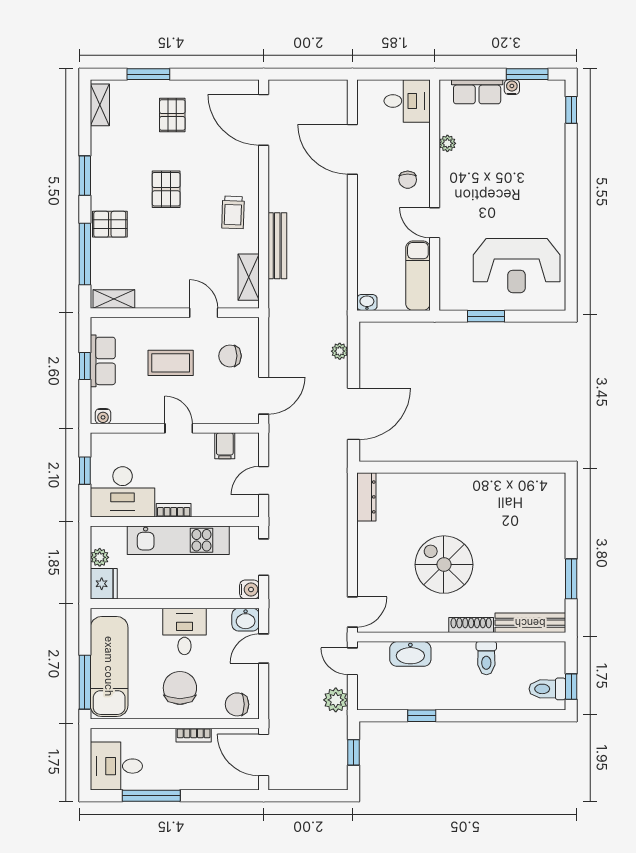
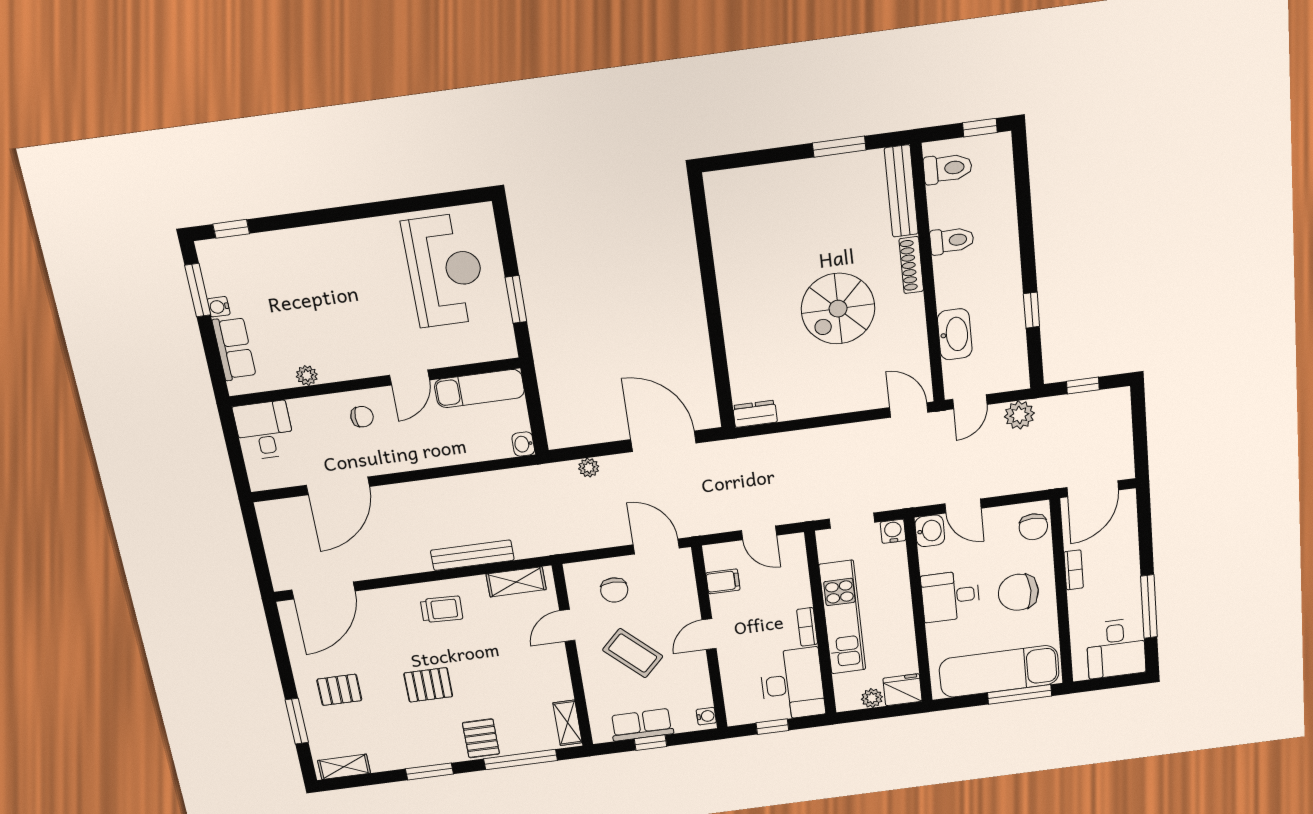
coffee table: (171, 363) -> (633, 653), turned -46
dresser: (366, 497) -> (755, 414), width x0.70
toilet: (547, 689) -> (948, 168), moved, turned -90

